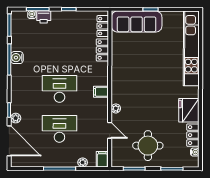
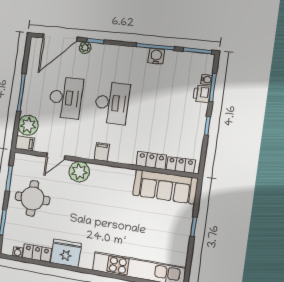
sofa: (137, 22) -> (165, 187), moved, turned -90
plant: (116, 108) -> (79, 172), width x1.87, depth x1.87
plant: (83, 162) -> (28, 125), width x1.87, depth x1.87

